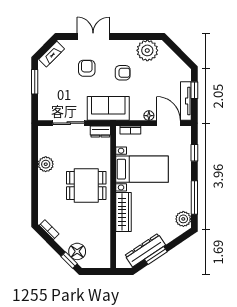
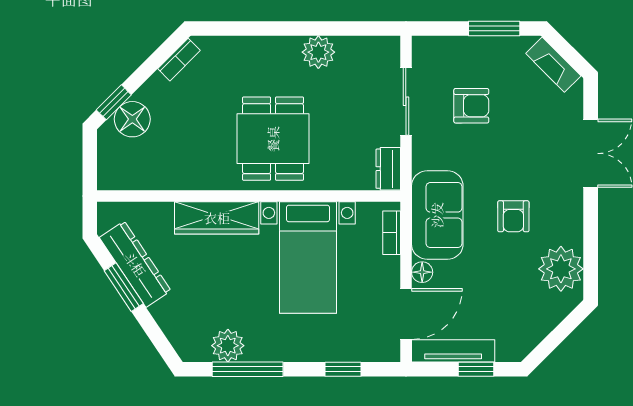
armchair: (87, 68) -> (471, 106), moved
sofa: (108, 108) -> (437, 215), moved
plant: (183, 219) -> (228, 346), moved

